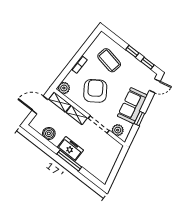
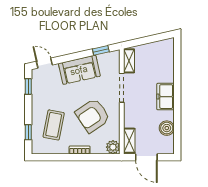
window: (132, 51) -> (28, 132), moved
shelving: (77, 115) -> (129, 61), moved
window: (139, 118) -> (101, 50), moved
plant: (118, 130) -> (113, 66), removed
window: (69, 161) -> (177, 89), removed

